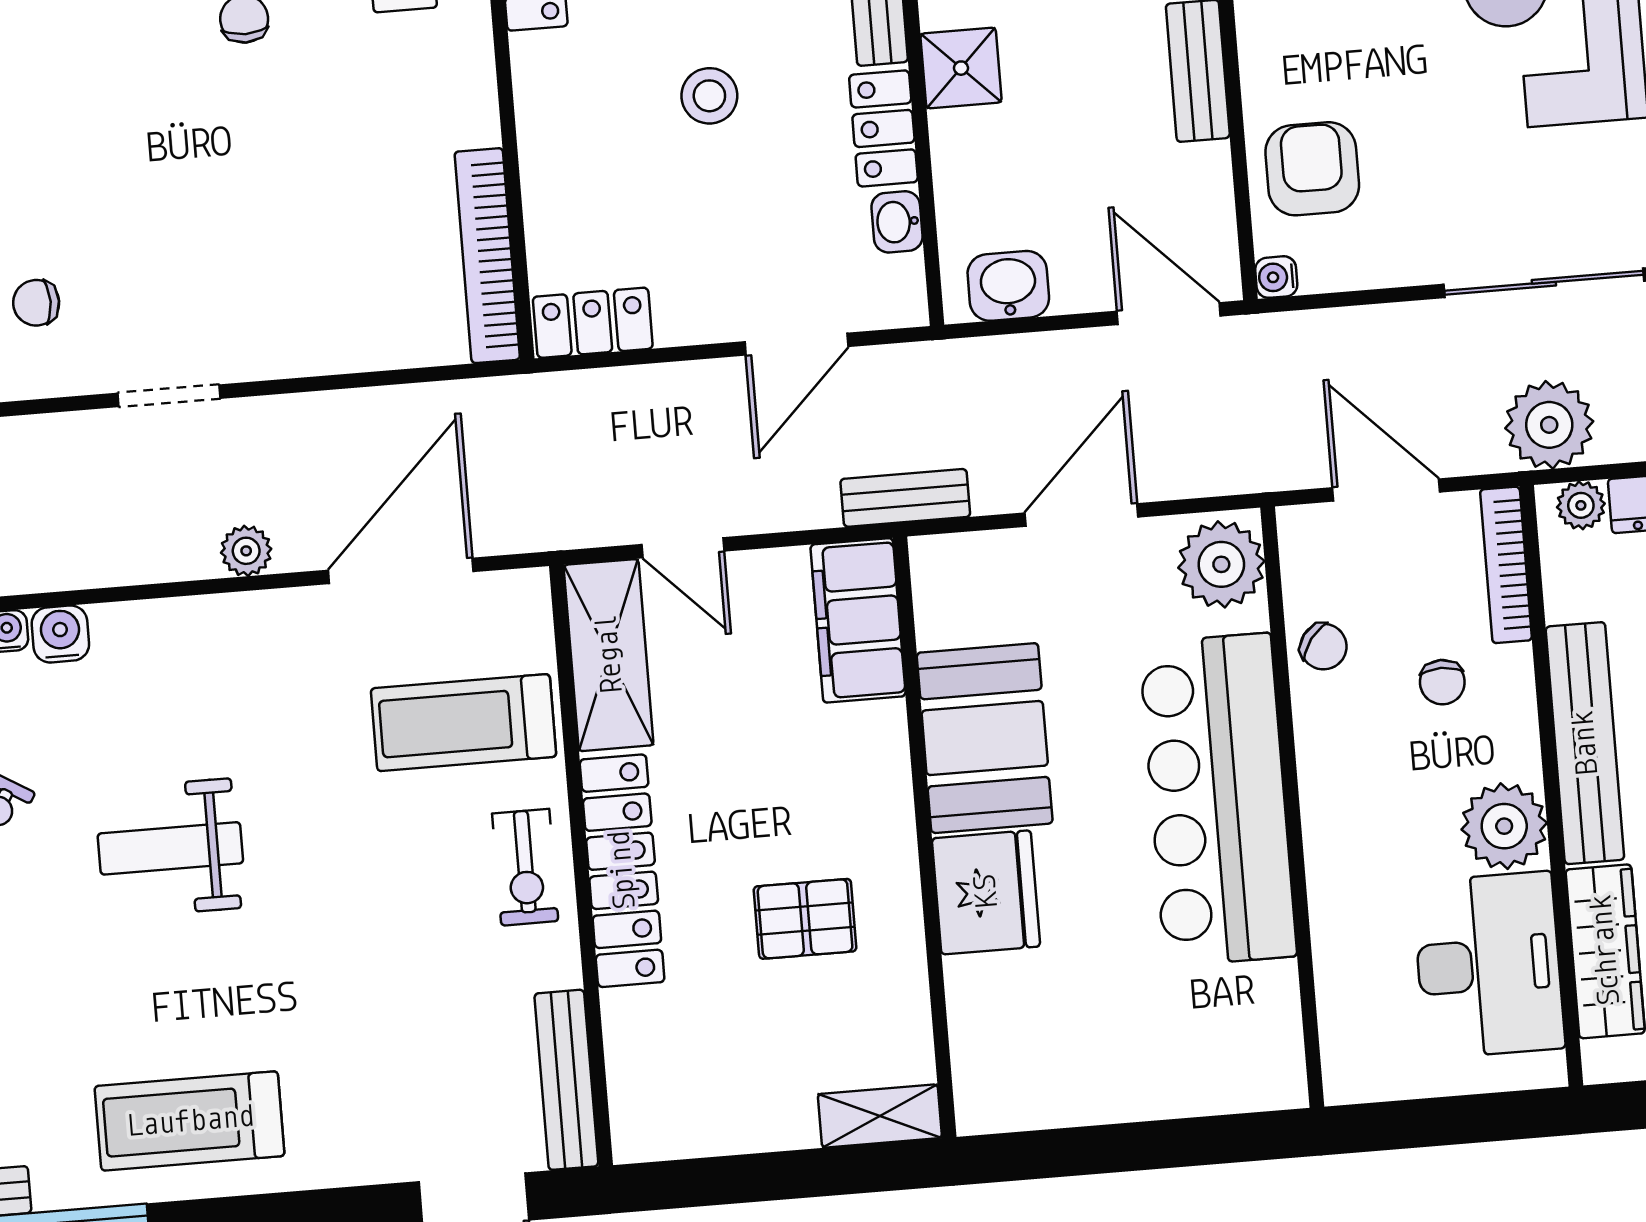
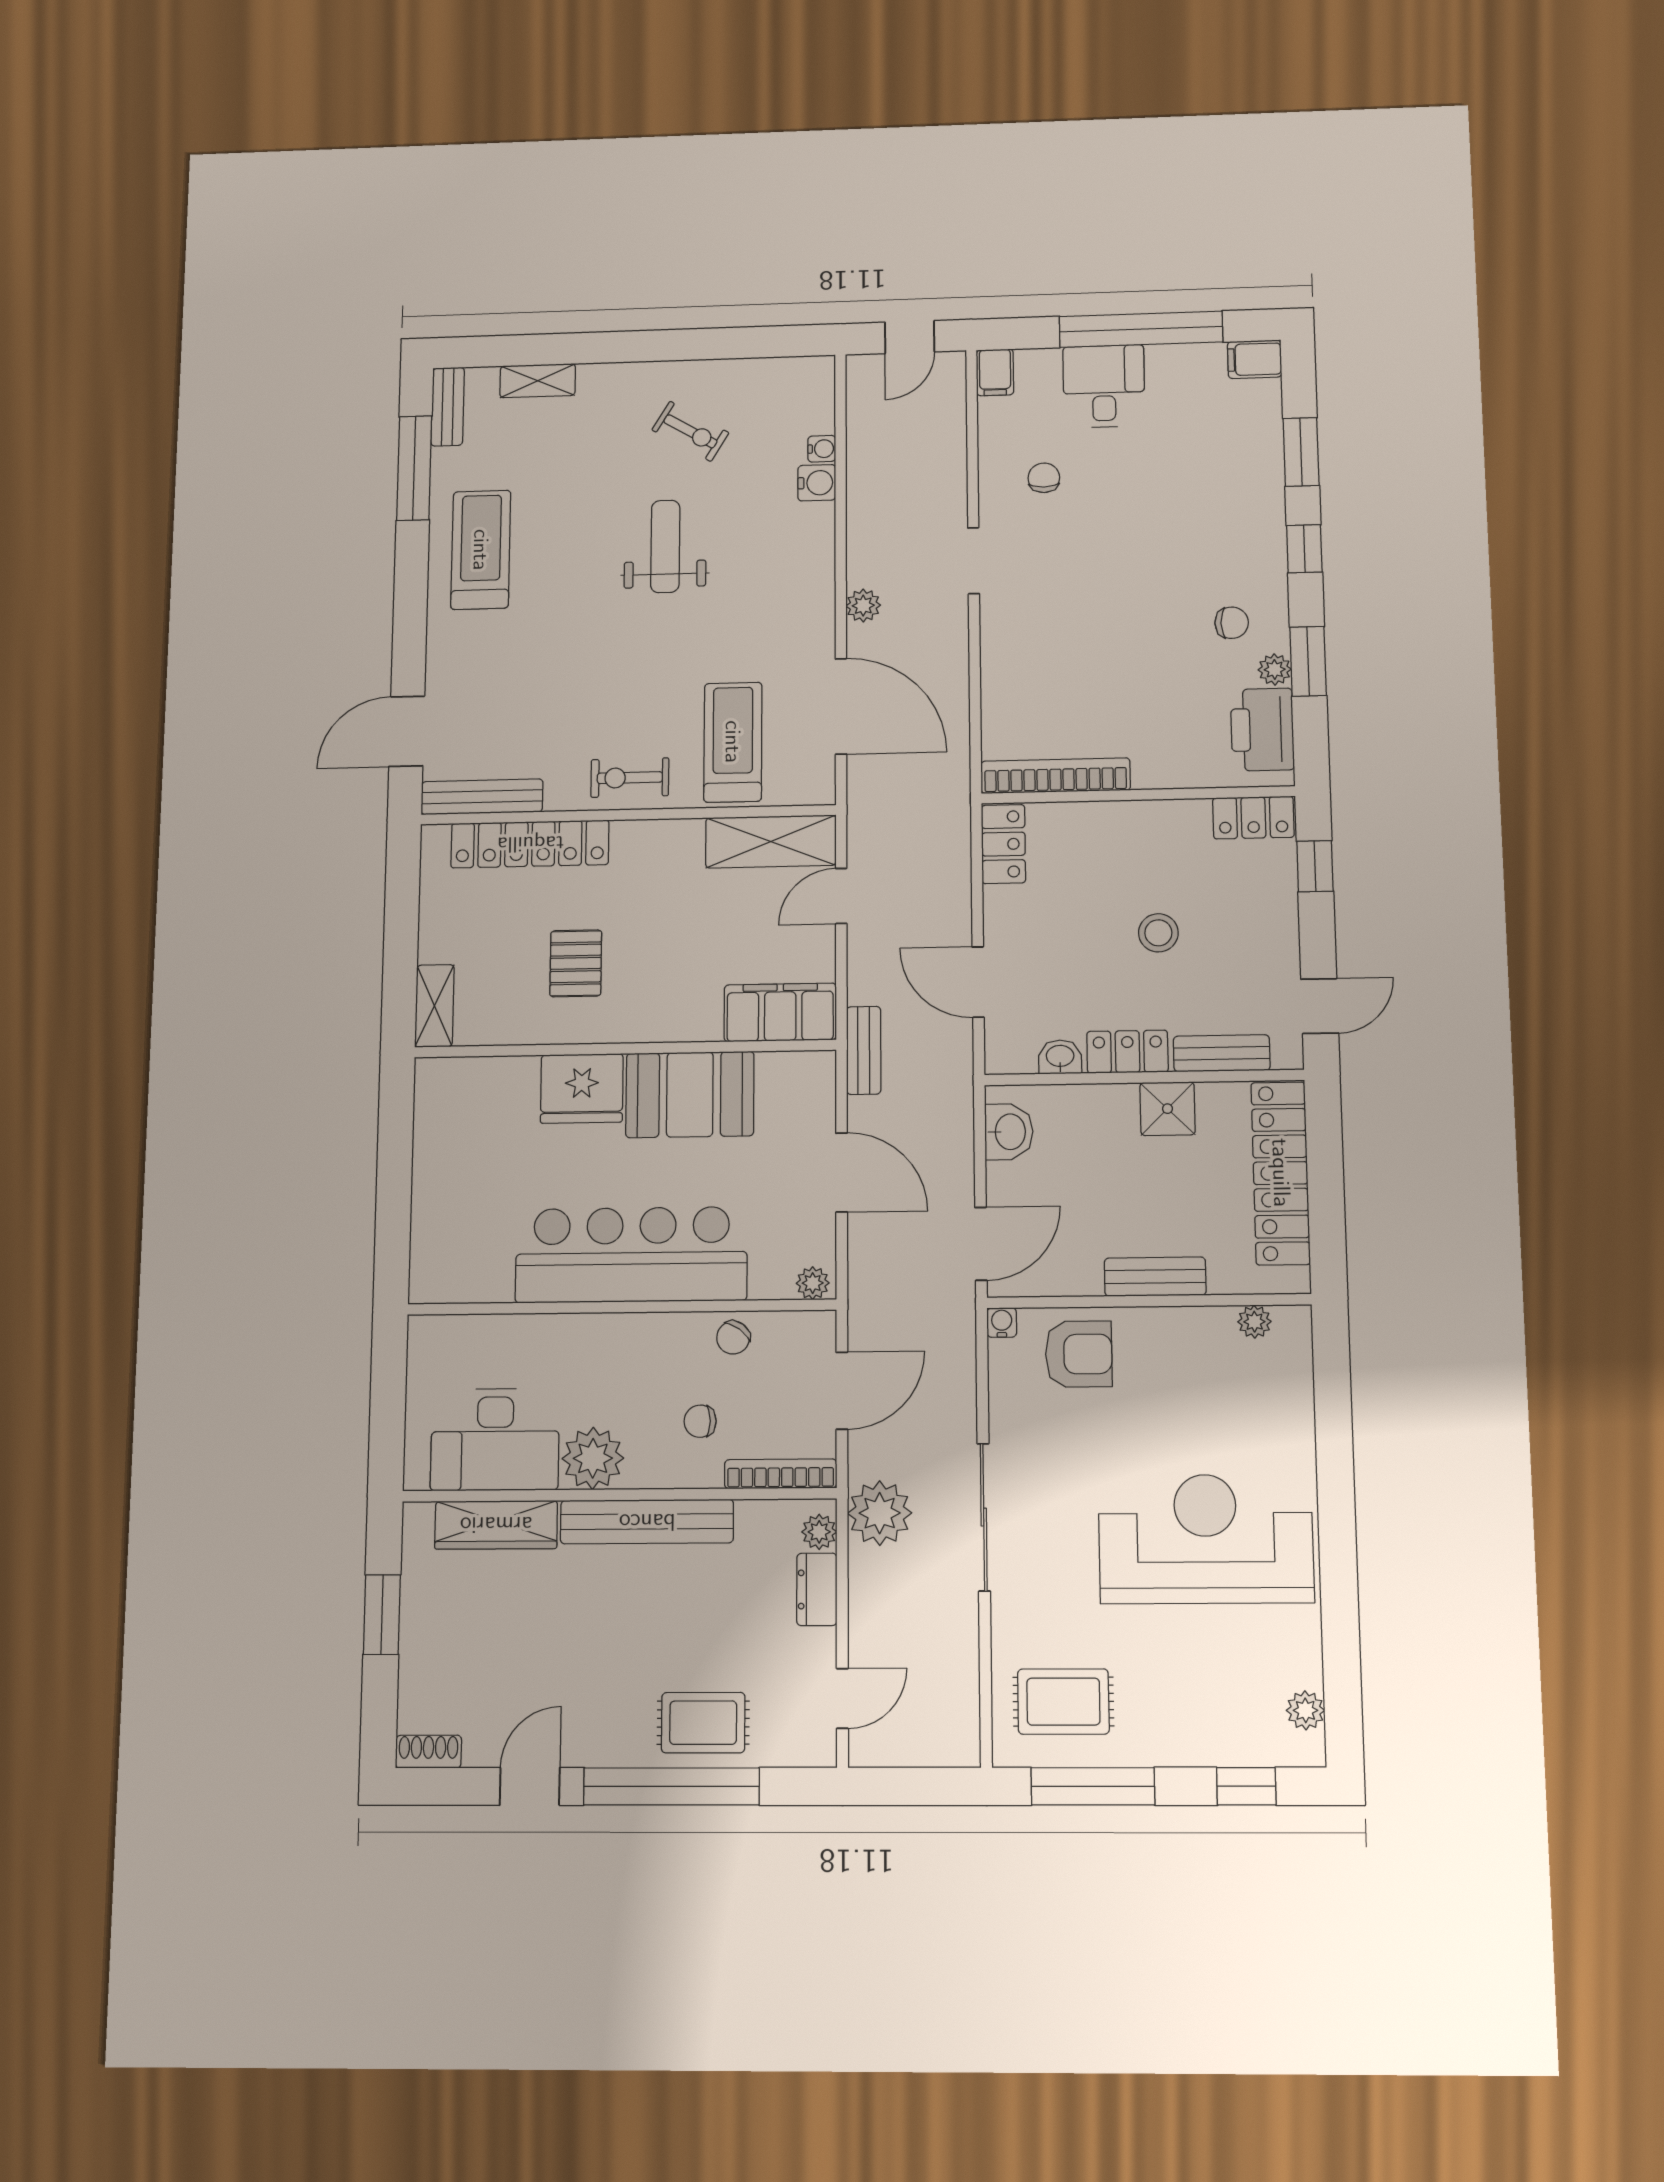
plant: (1221, 564) -> (813, 1283), width x0.53, depth x0.53
locker: (622, 871) -> (530, 844), moved

